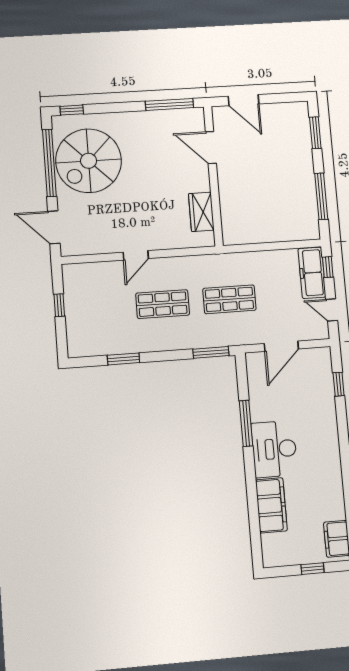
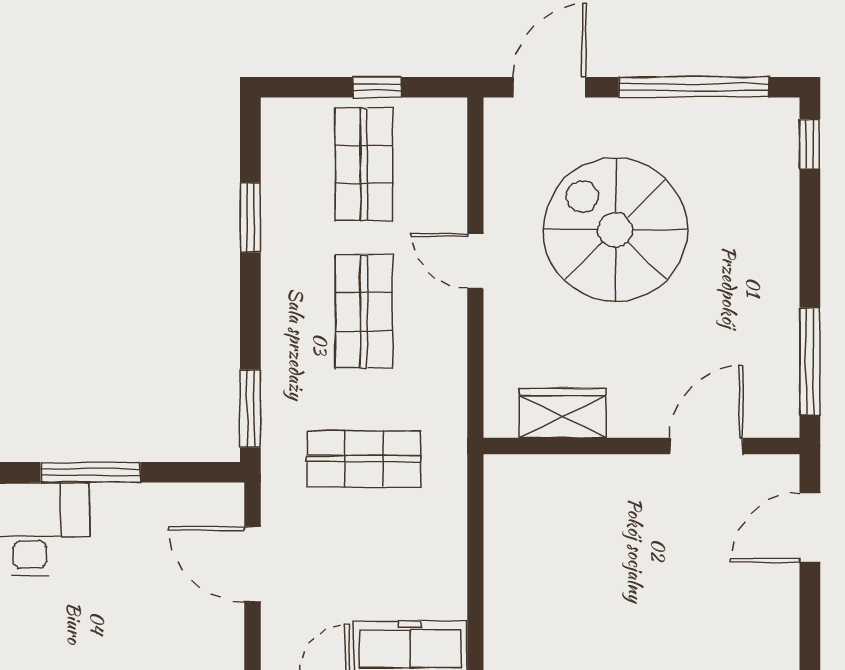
spiral stairs: (89, 161) -> (615, 230), moved
shop shelf: (229, 299) -> (364, 459), turned 90
shop shelf: (95, 309) -> (364, 164), added

